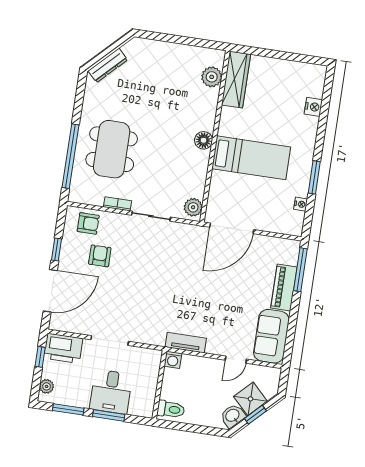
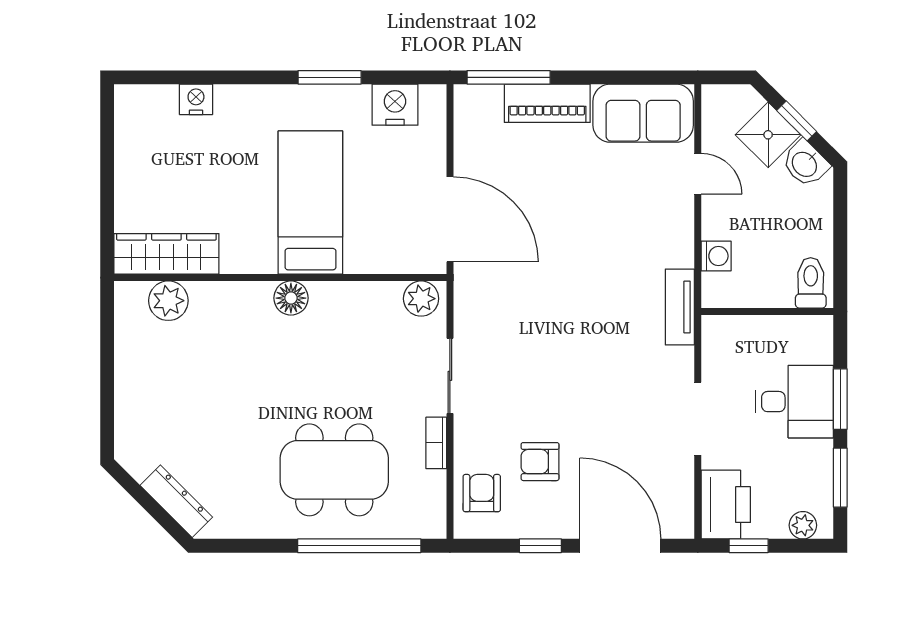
nightstand: (301, 204) -> (395, 105), width x1.89, depth x1.79
tv unit: (186, 343) -> (680, 307), moved
washing machine: (173, 360) -> (716, 256), moved

